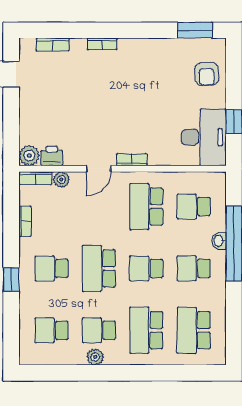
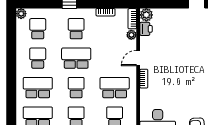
door: (99, 169) -> (138, 58), hinge flipped
plant: (95, 357) -> (21, 14), moved

